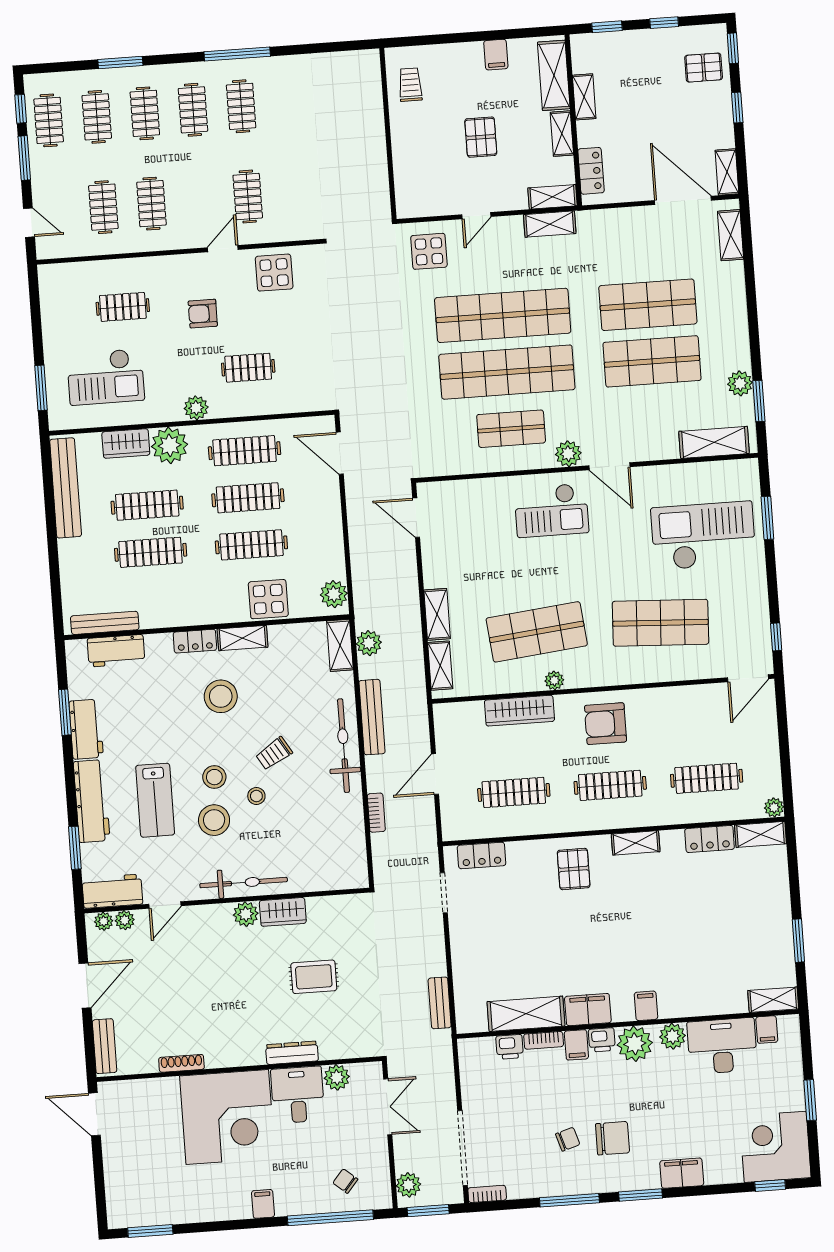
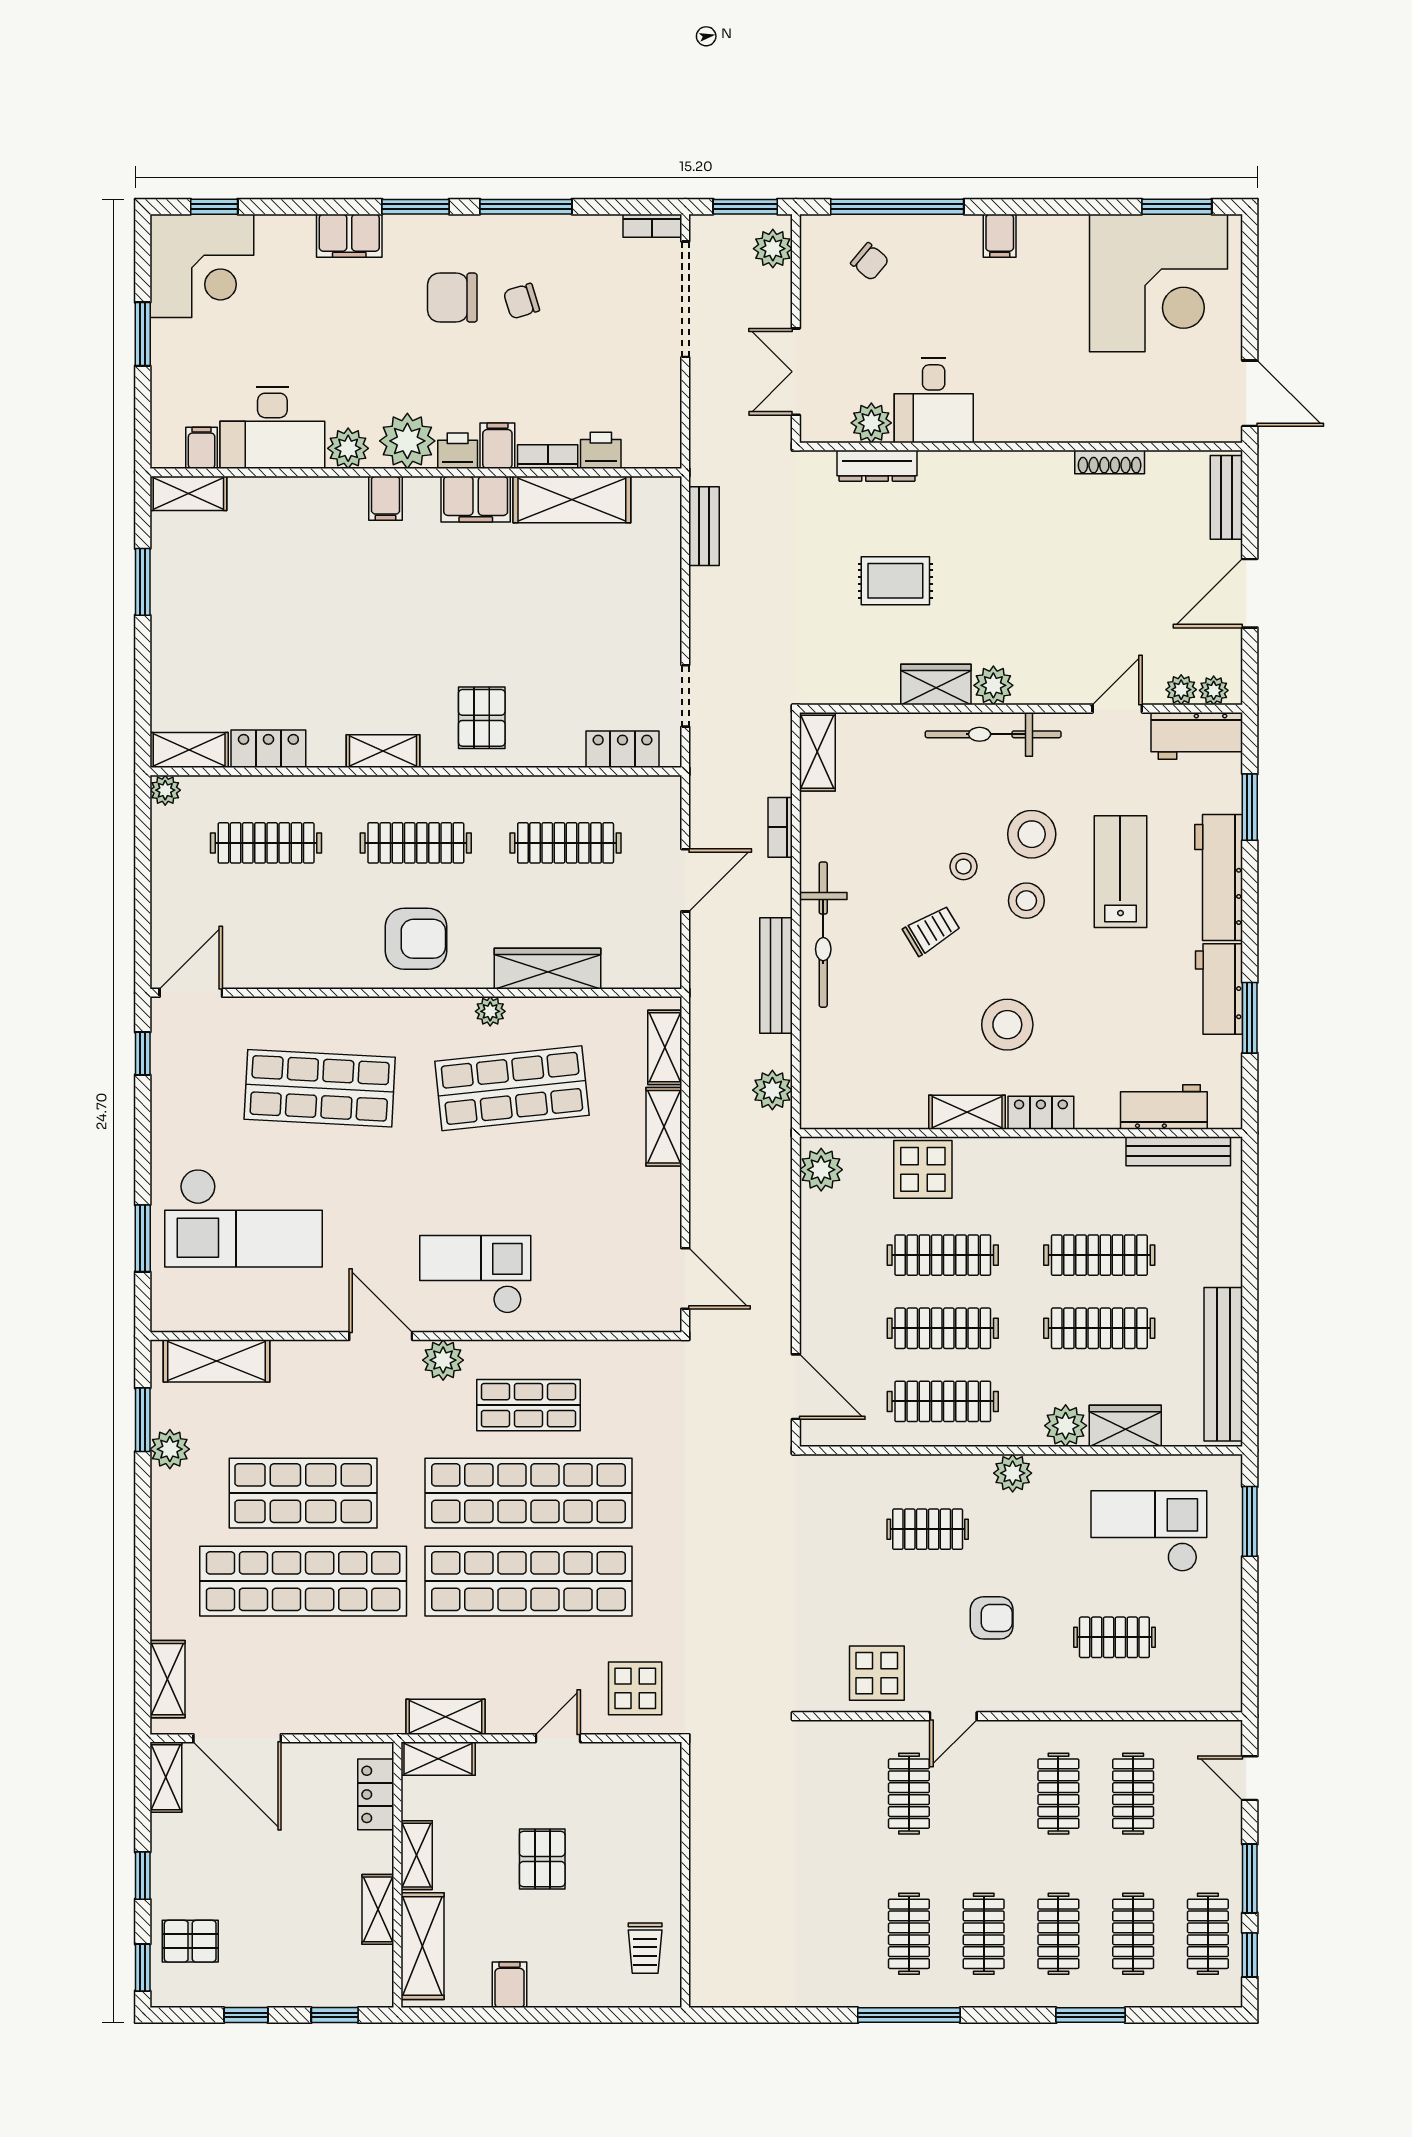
shop shelf: (648, 305) -> (303, 1581), width x1.40
plant: (170, 445) -> (1066, 1426), width x0.73, depth x0.73
shelving: (340, 645) -> (817, 752), moved
dresser: (292, 1053) -> (877, 466), moved
corner desk: (227, 1117) -> (1159, 283), moved, turned 180

